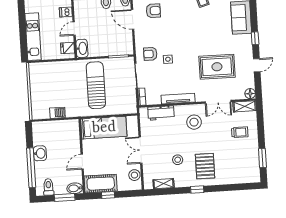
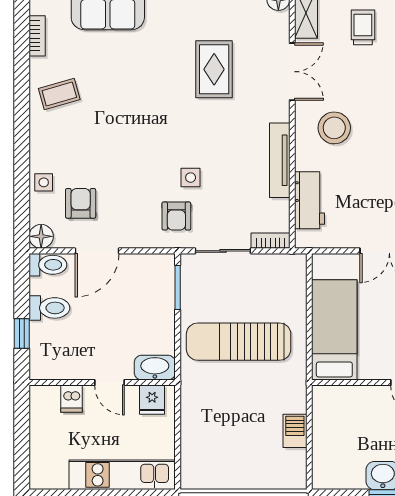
rug: (217, 67) -> (214, 69), width x0.73, depth x0.70

